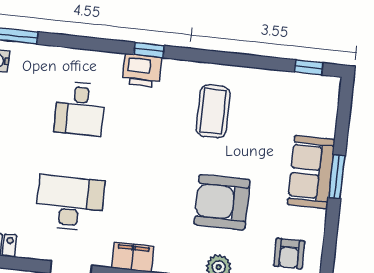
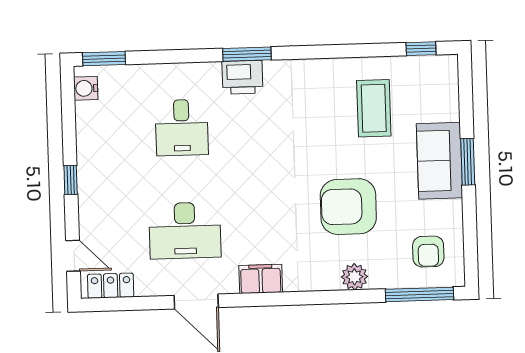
window: (149, 50) -> (247, 54), width x1.50
coffee table: (213, 111) -> (374, 108), moved
desk: (70, 203) -> (185, 230), turned 180

